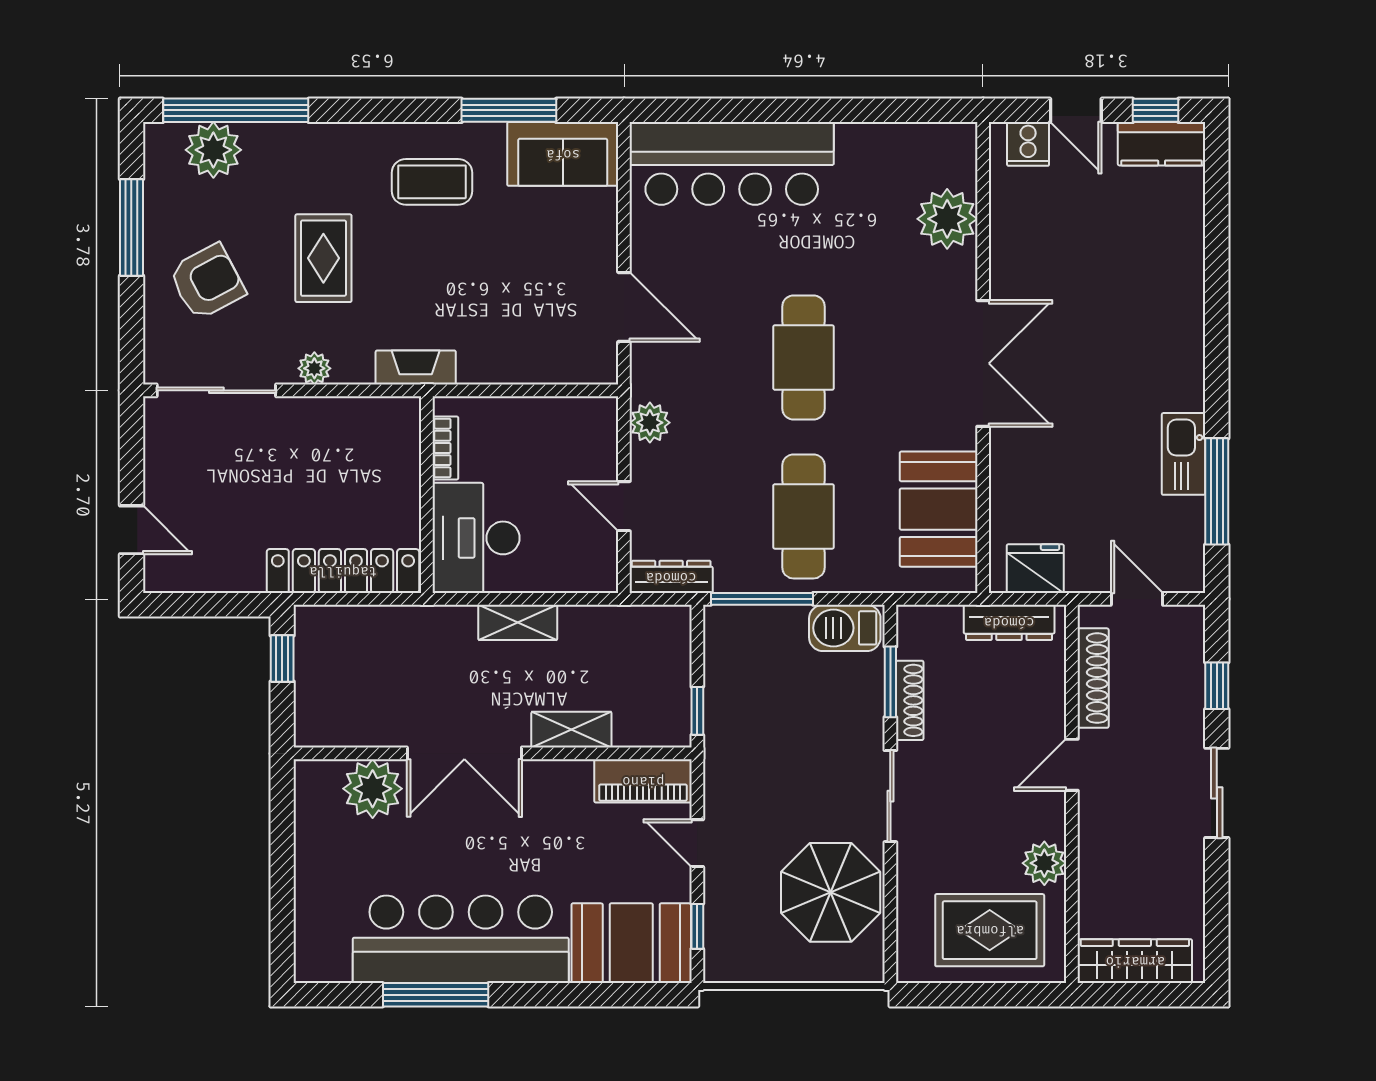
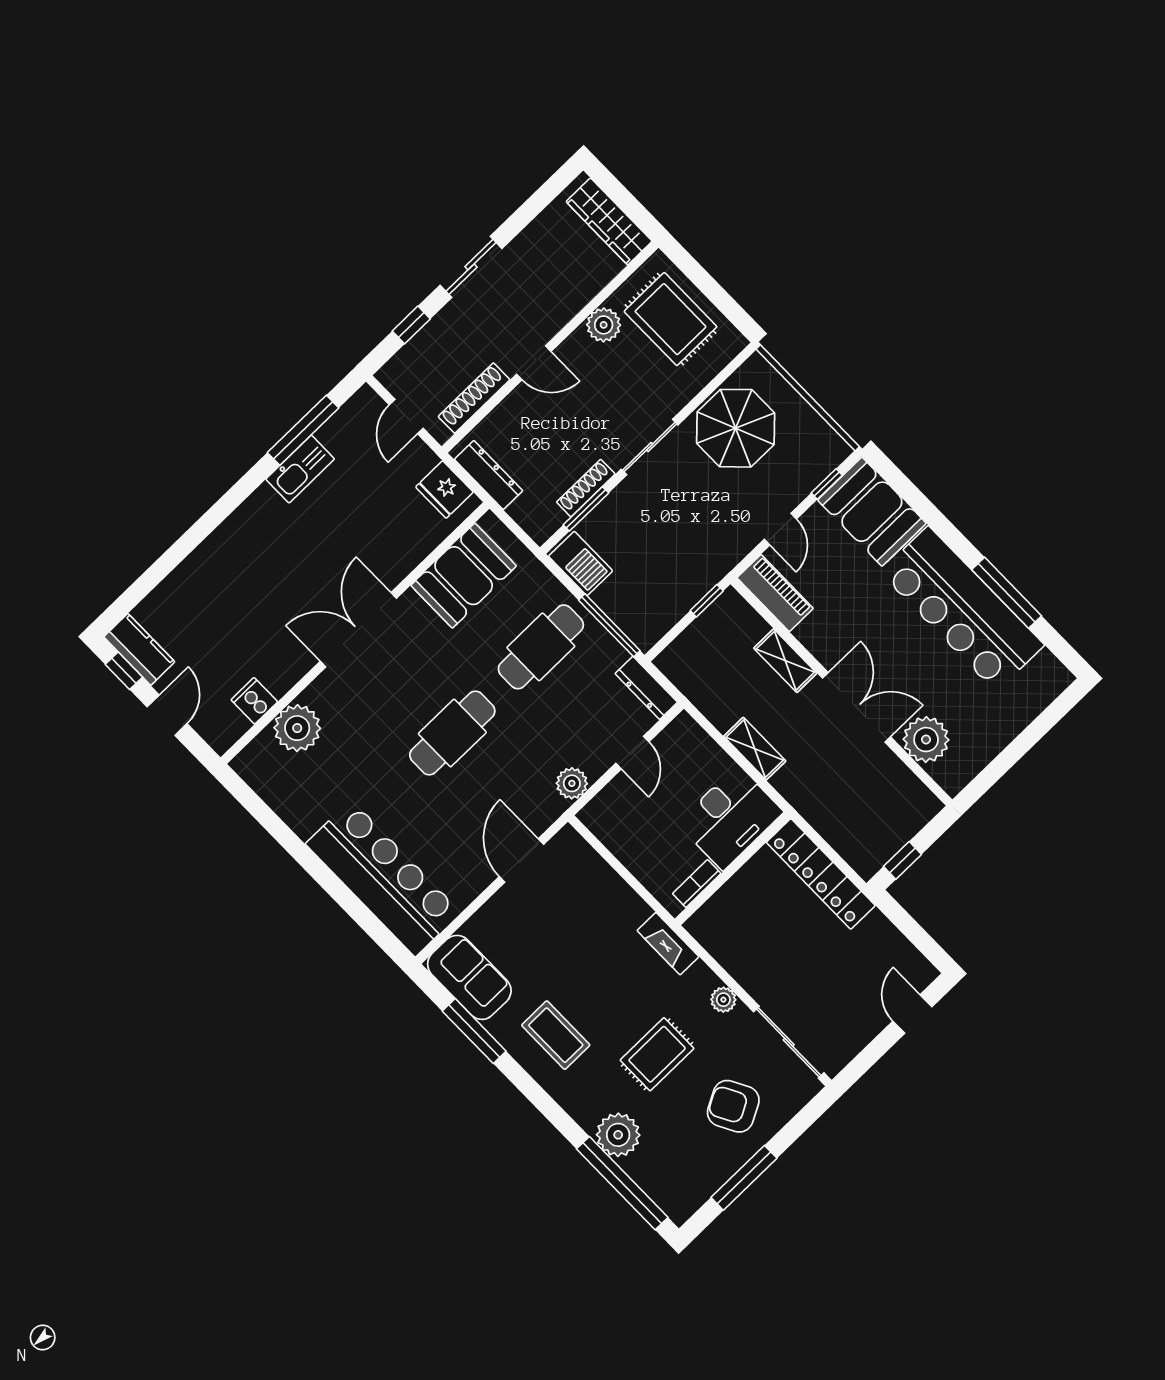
cooker: (1028, 144) -> (254, 701), moved, turned -90
plant: (213, 150) -> (618, 1135), moved

